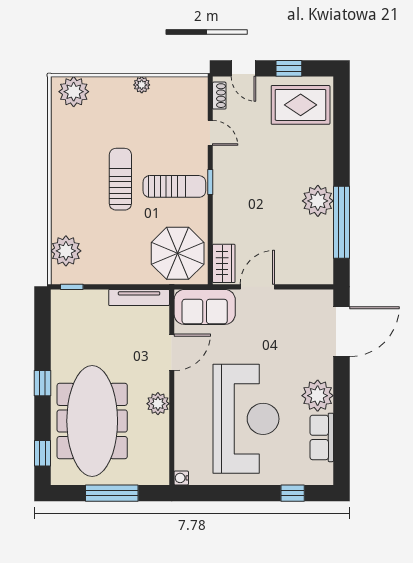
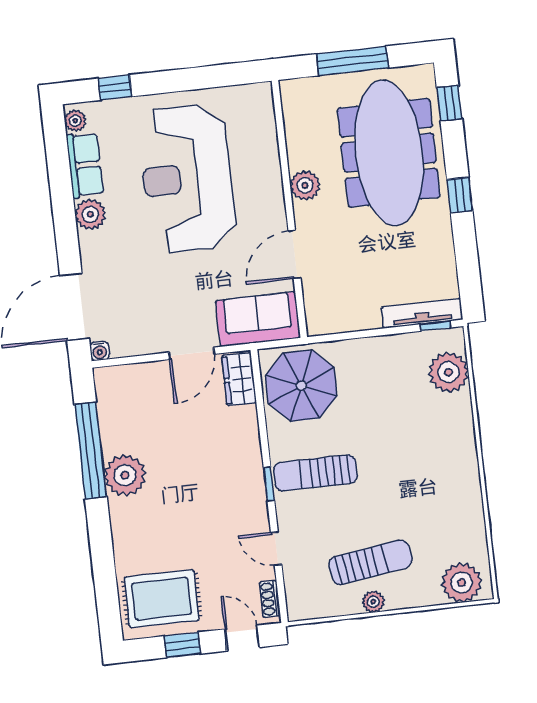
sun lounger: (120, 179) -> (371, 562), moved, turned -98
tv unit: (139, 297) -> (422, 313), moved
plant: (318, 396) -> (90, 214), width x0.73, depth x0.73
plant: (325, 472) -> (75, 121), added
water cooler: (181, 478) -> (100, 351), moved, turned 90

